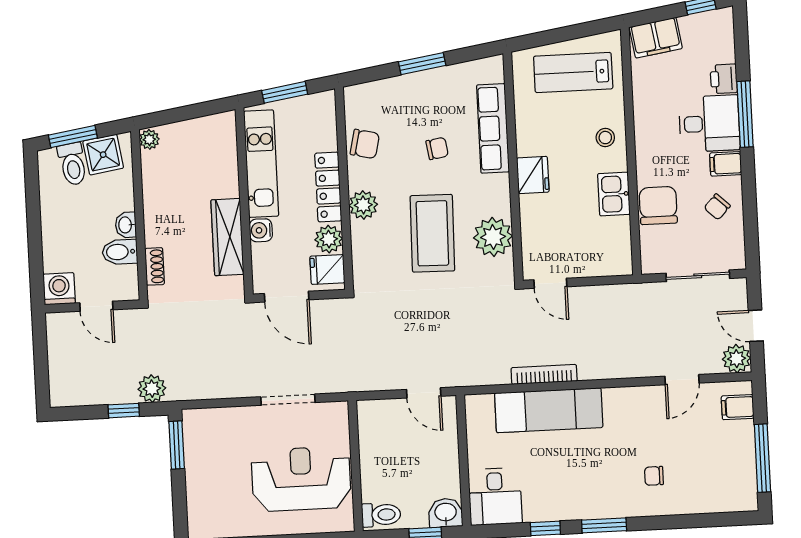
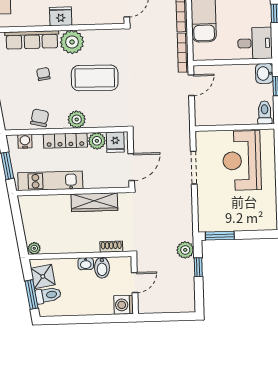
water cooler: (261, 230) -> (25, 141), moved, turned 180
plant: (493, 237) -> (72, 42), moved
bookcase: (477, 378) -> (183, 53), added

